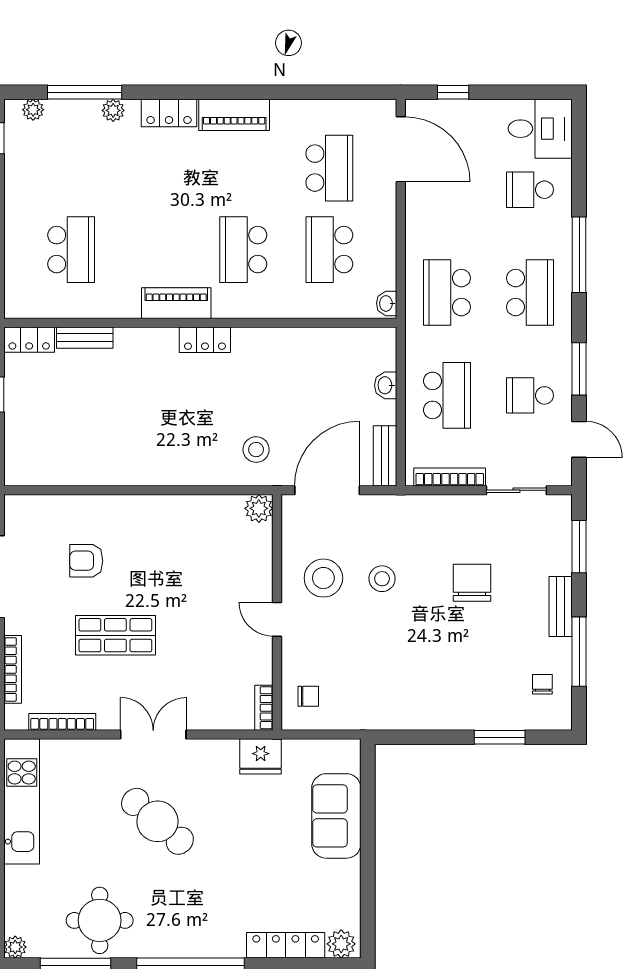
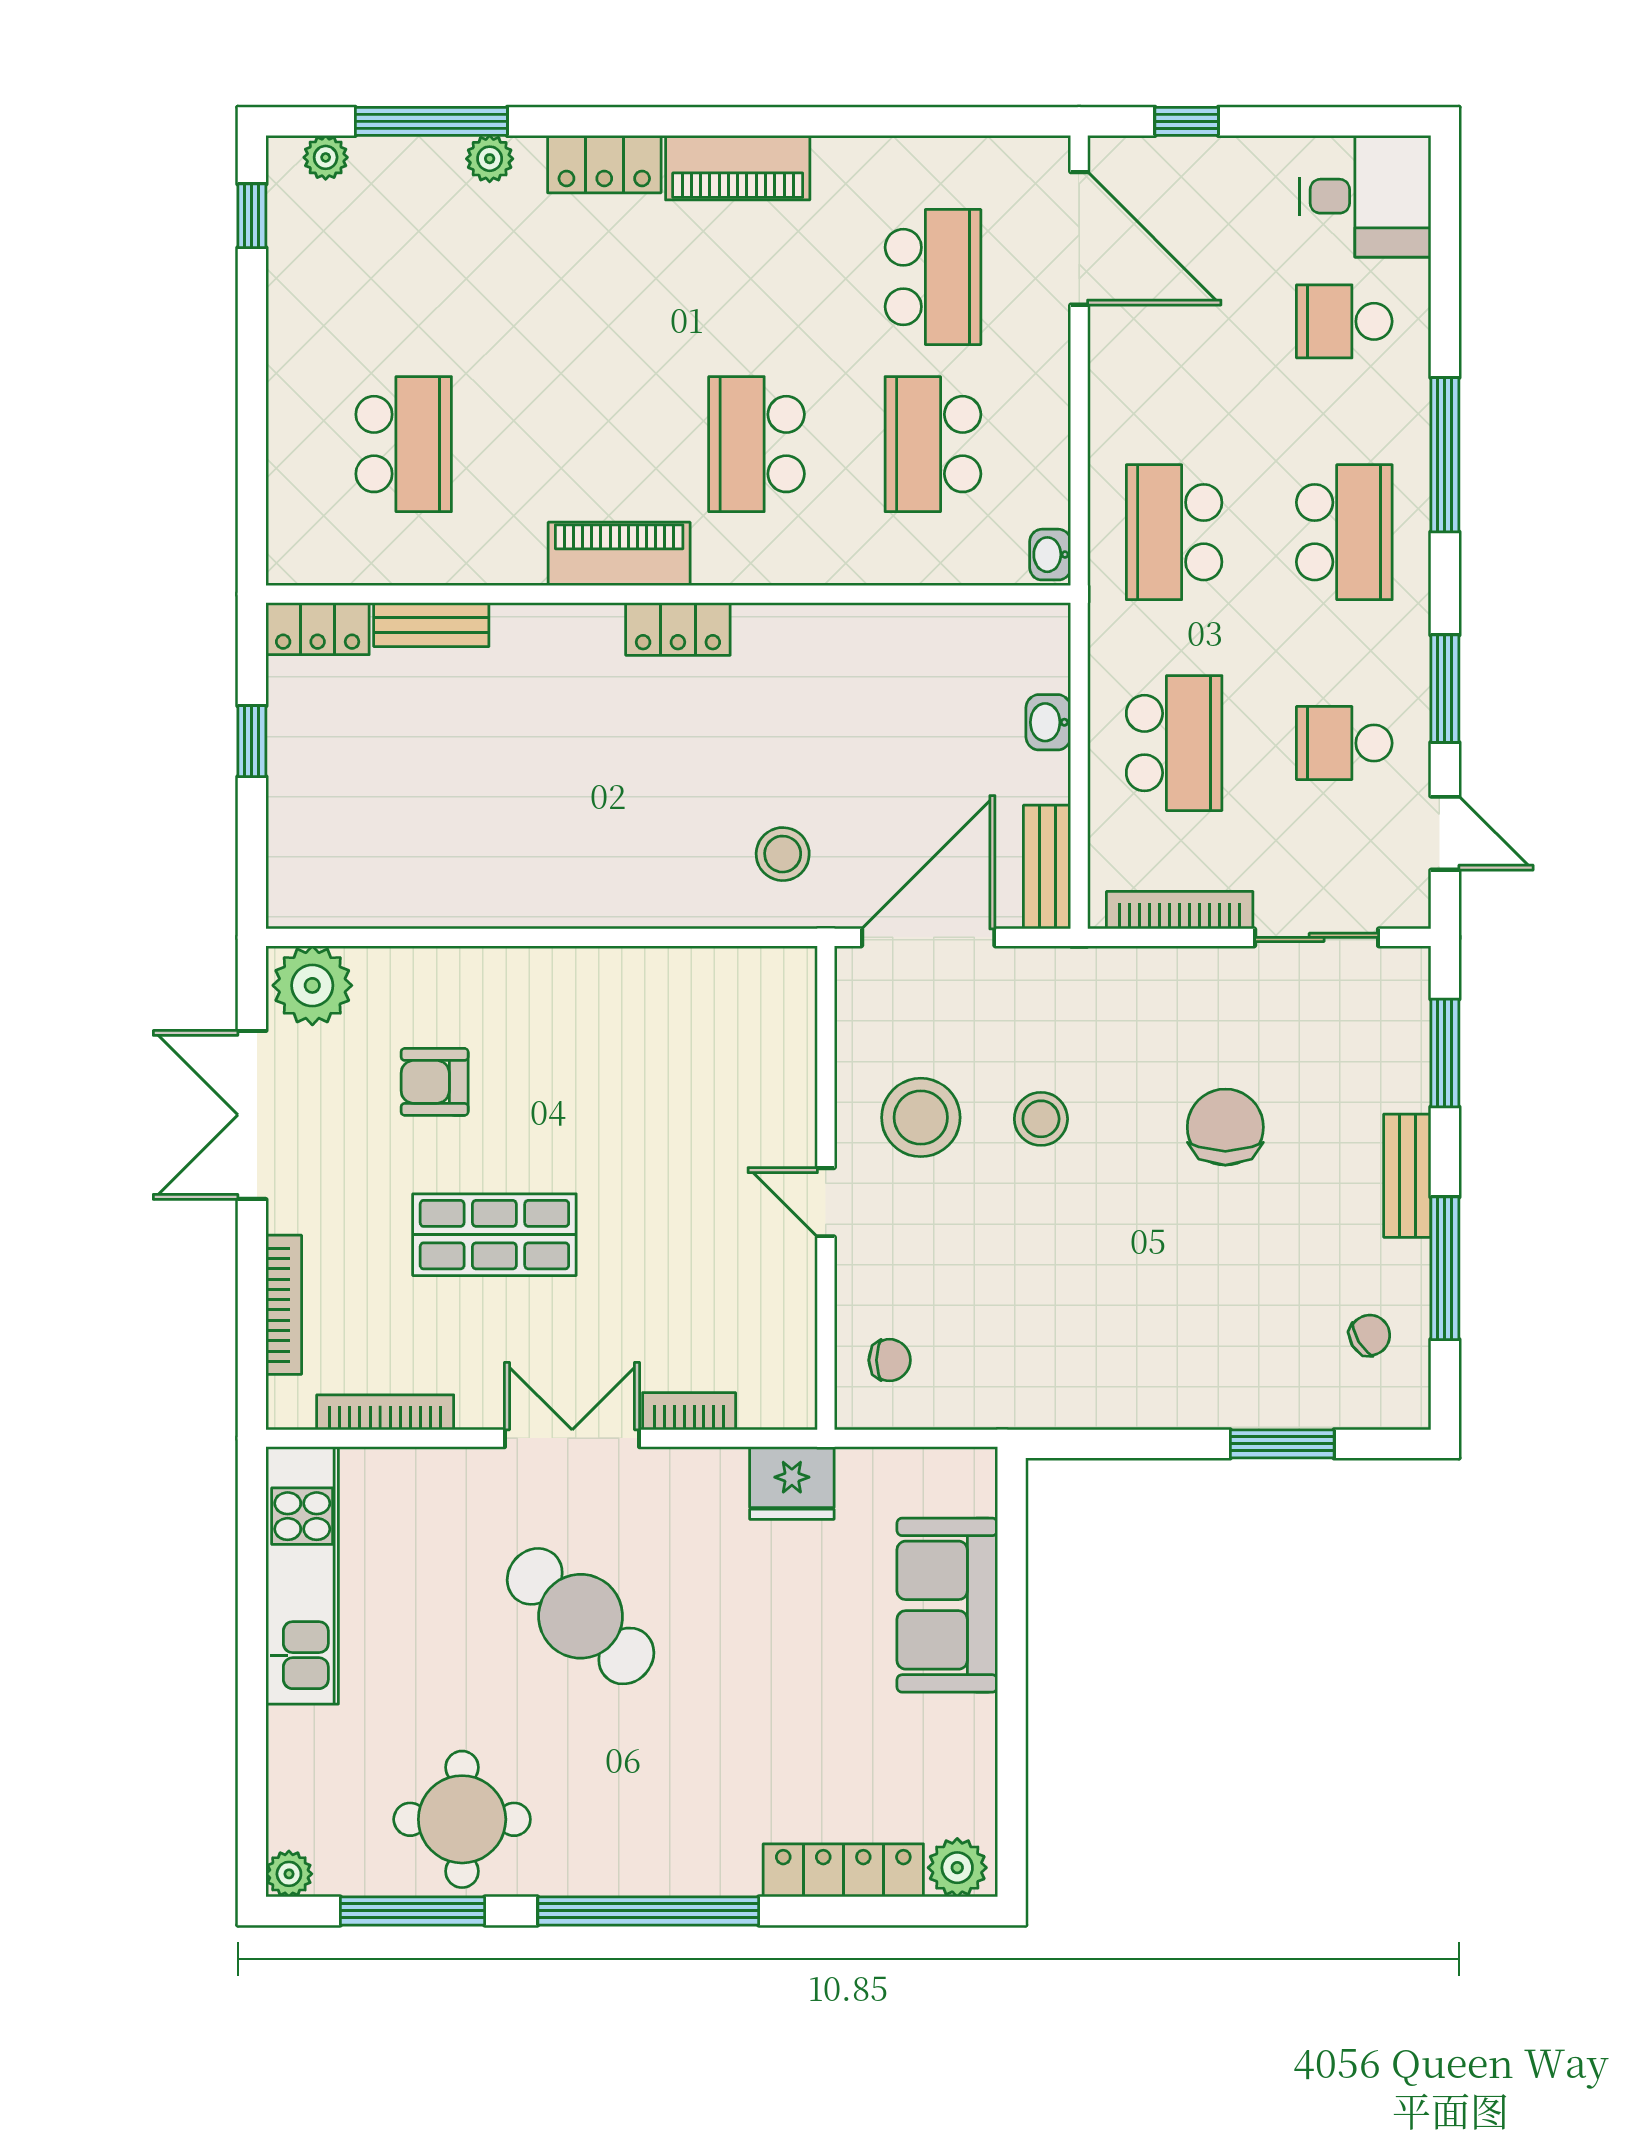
plant: (259, 508) -> (312, 985), moved, width x1.36, depth x1.36
chair: (542, 684) -> (1370, 1335), turned 59
bookcase: (264, 708) -> (689, 1411), moved, turned 90

